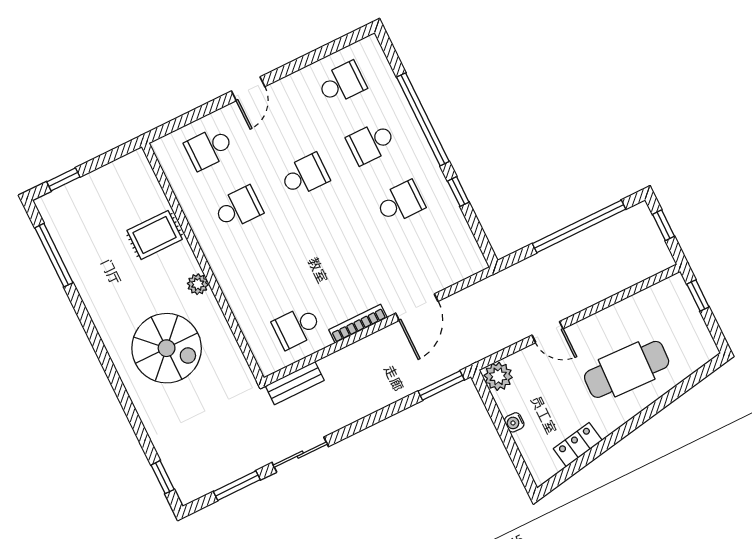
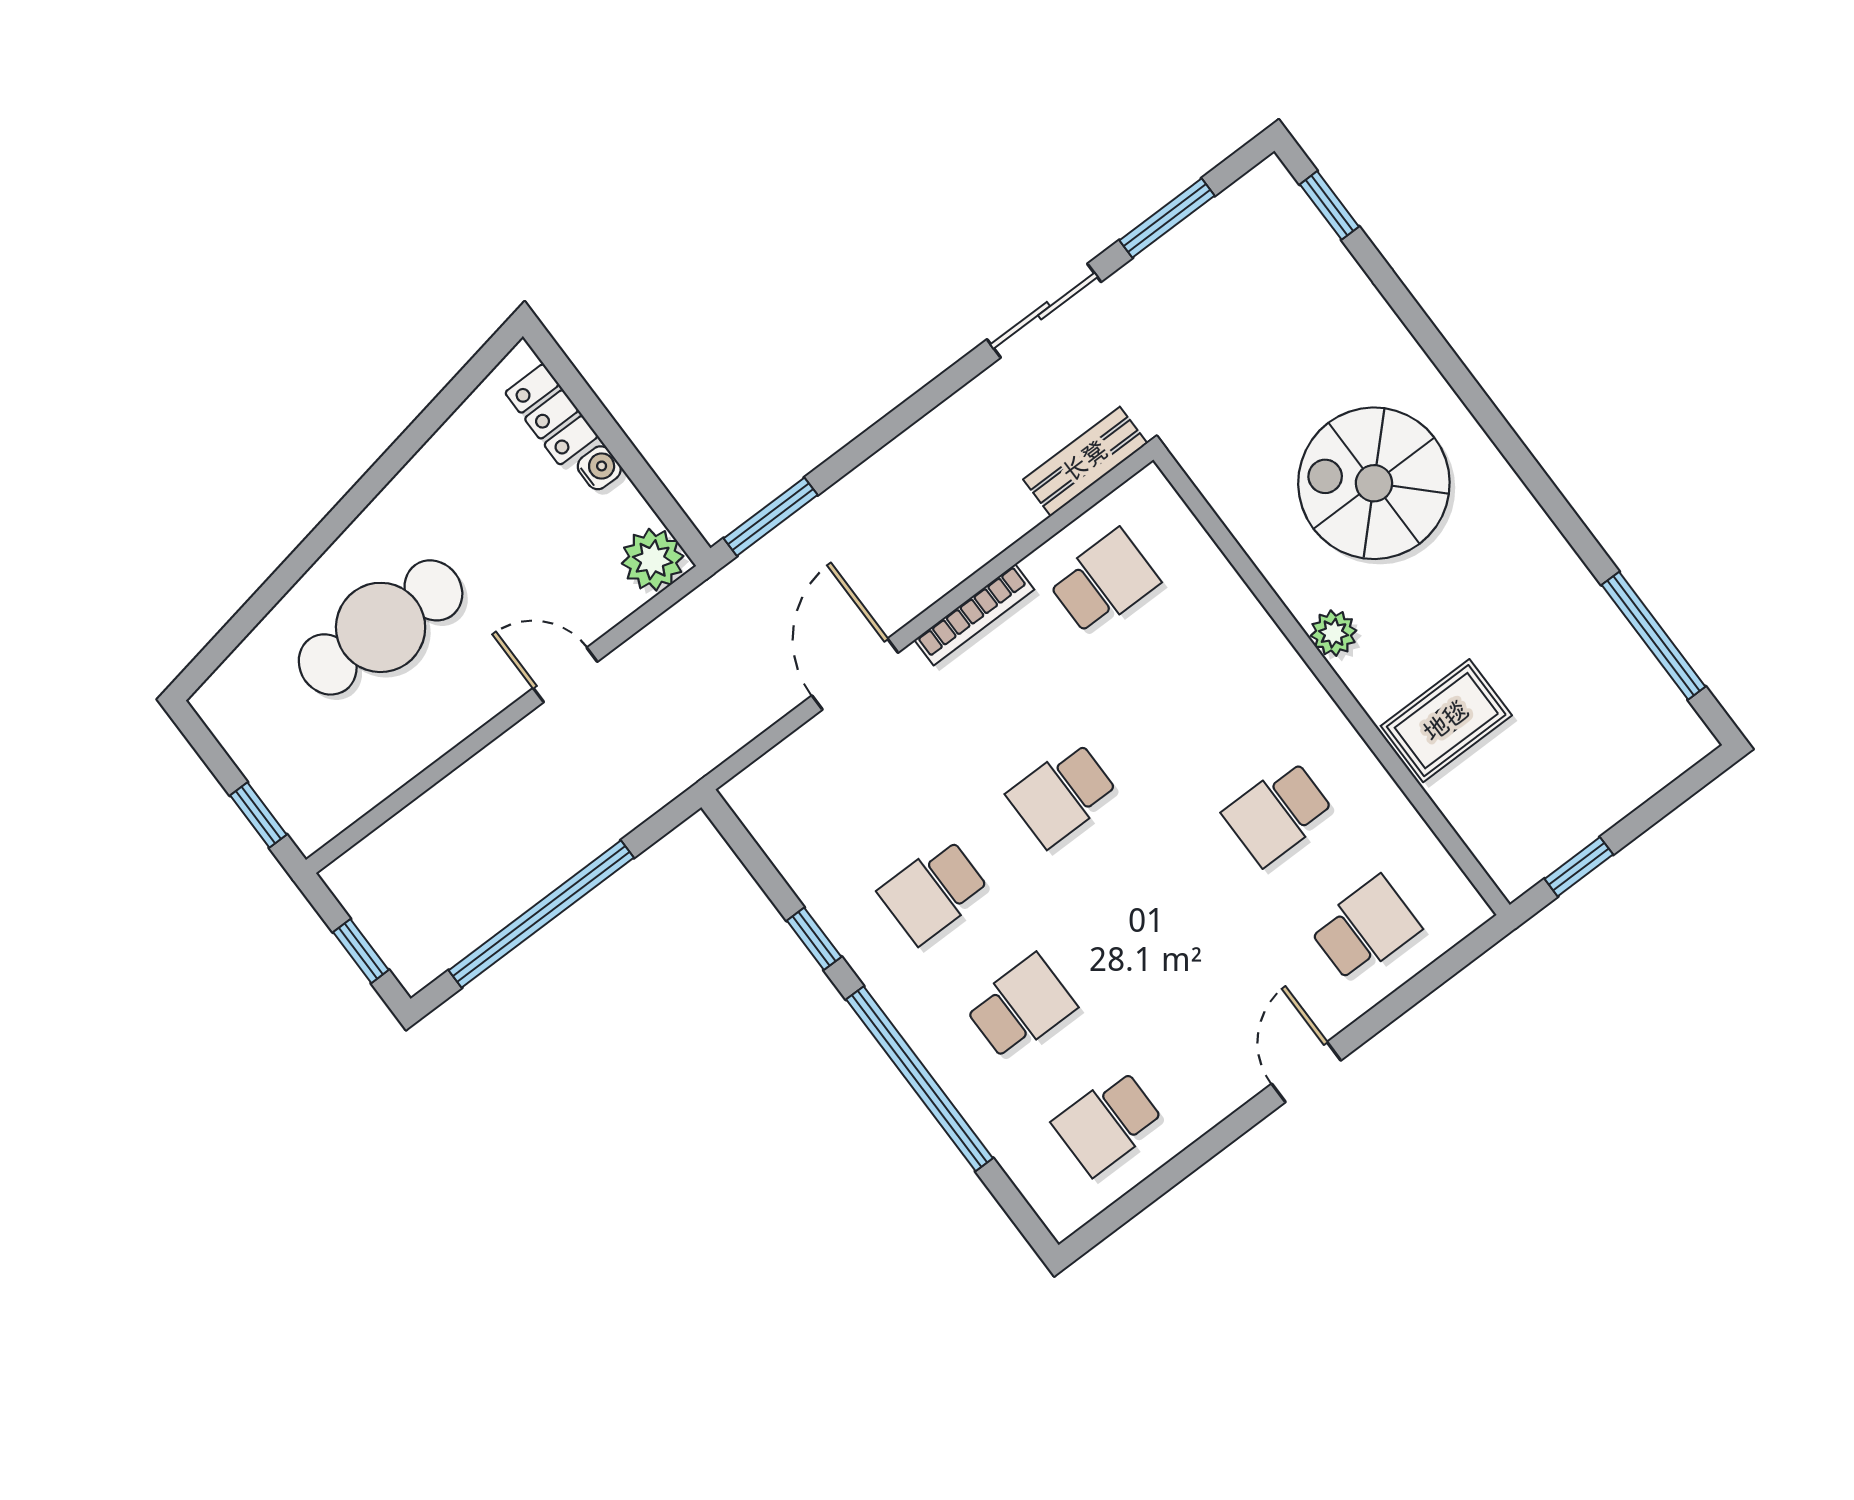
school desk: (305, 175) -> (1062, 794), moved
window: (63, 179) -> (1579, 867), moved
locker: (578, 445) -> (552, 414), moved, turned 100

